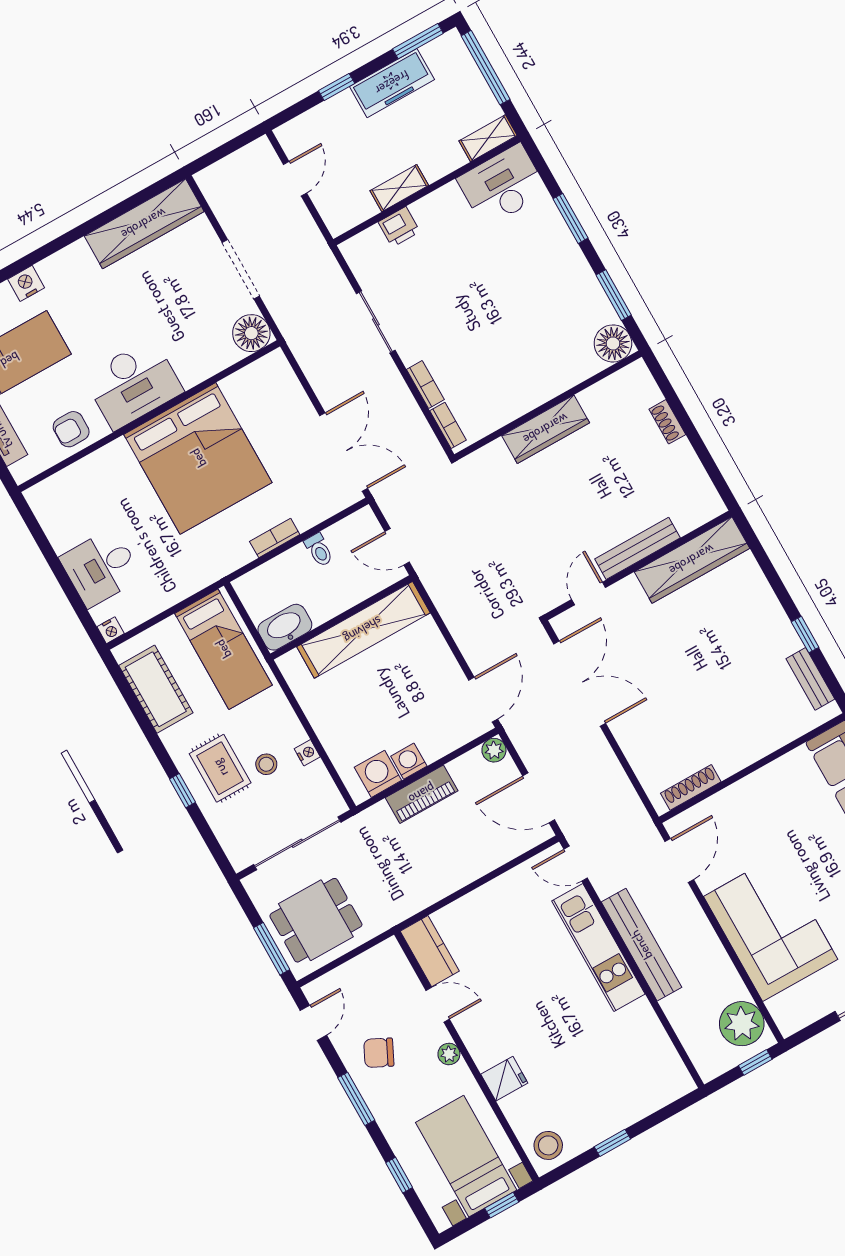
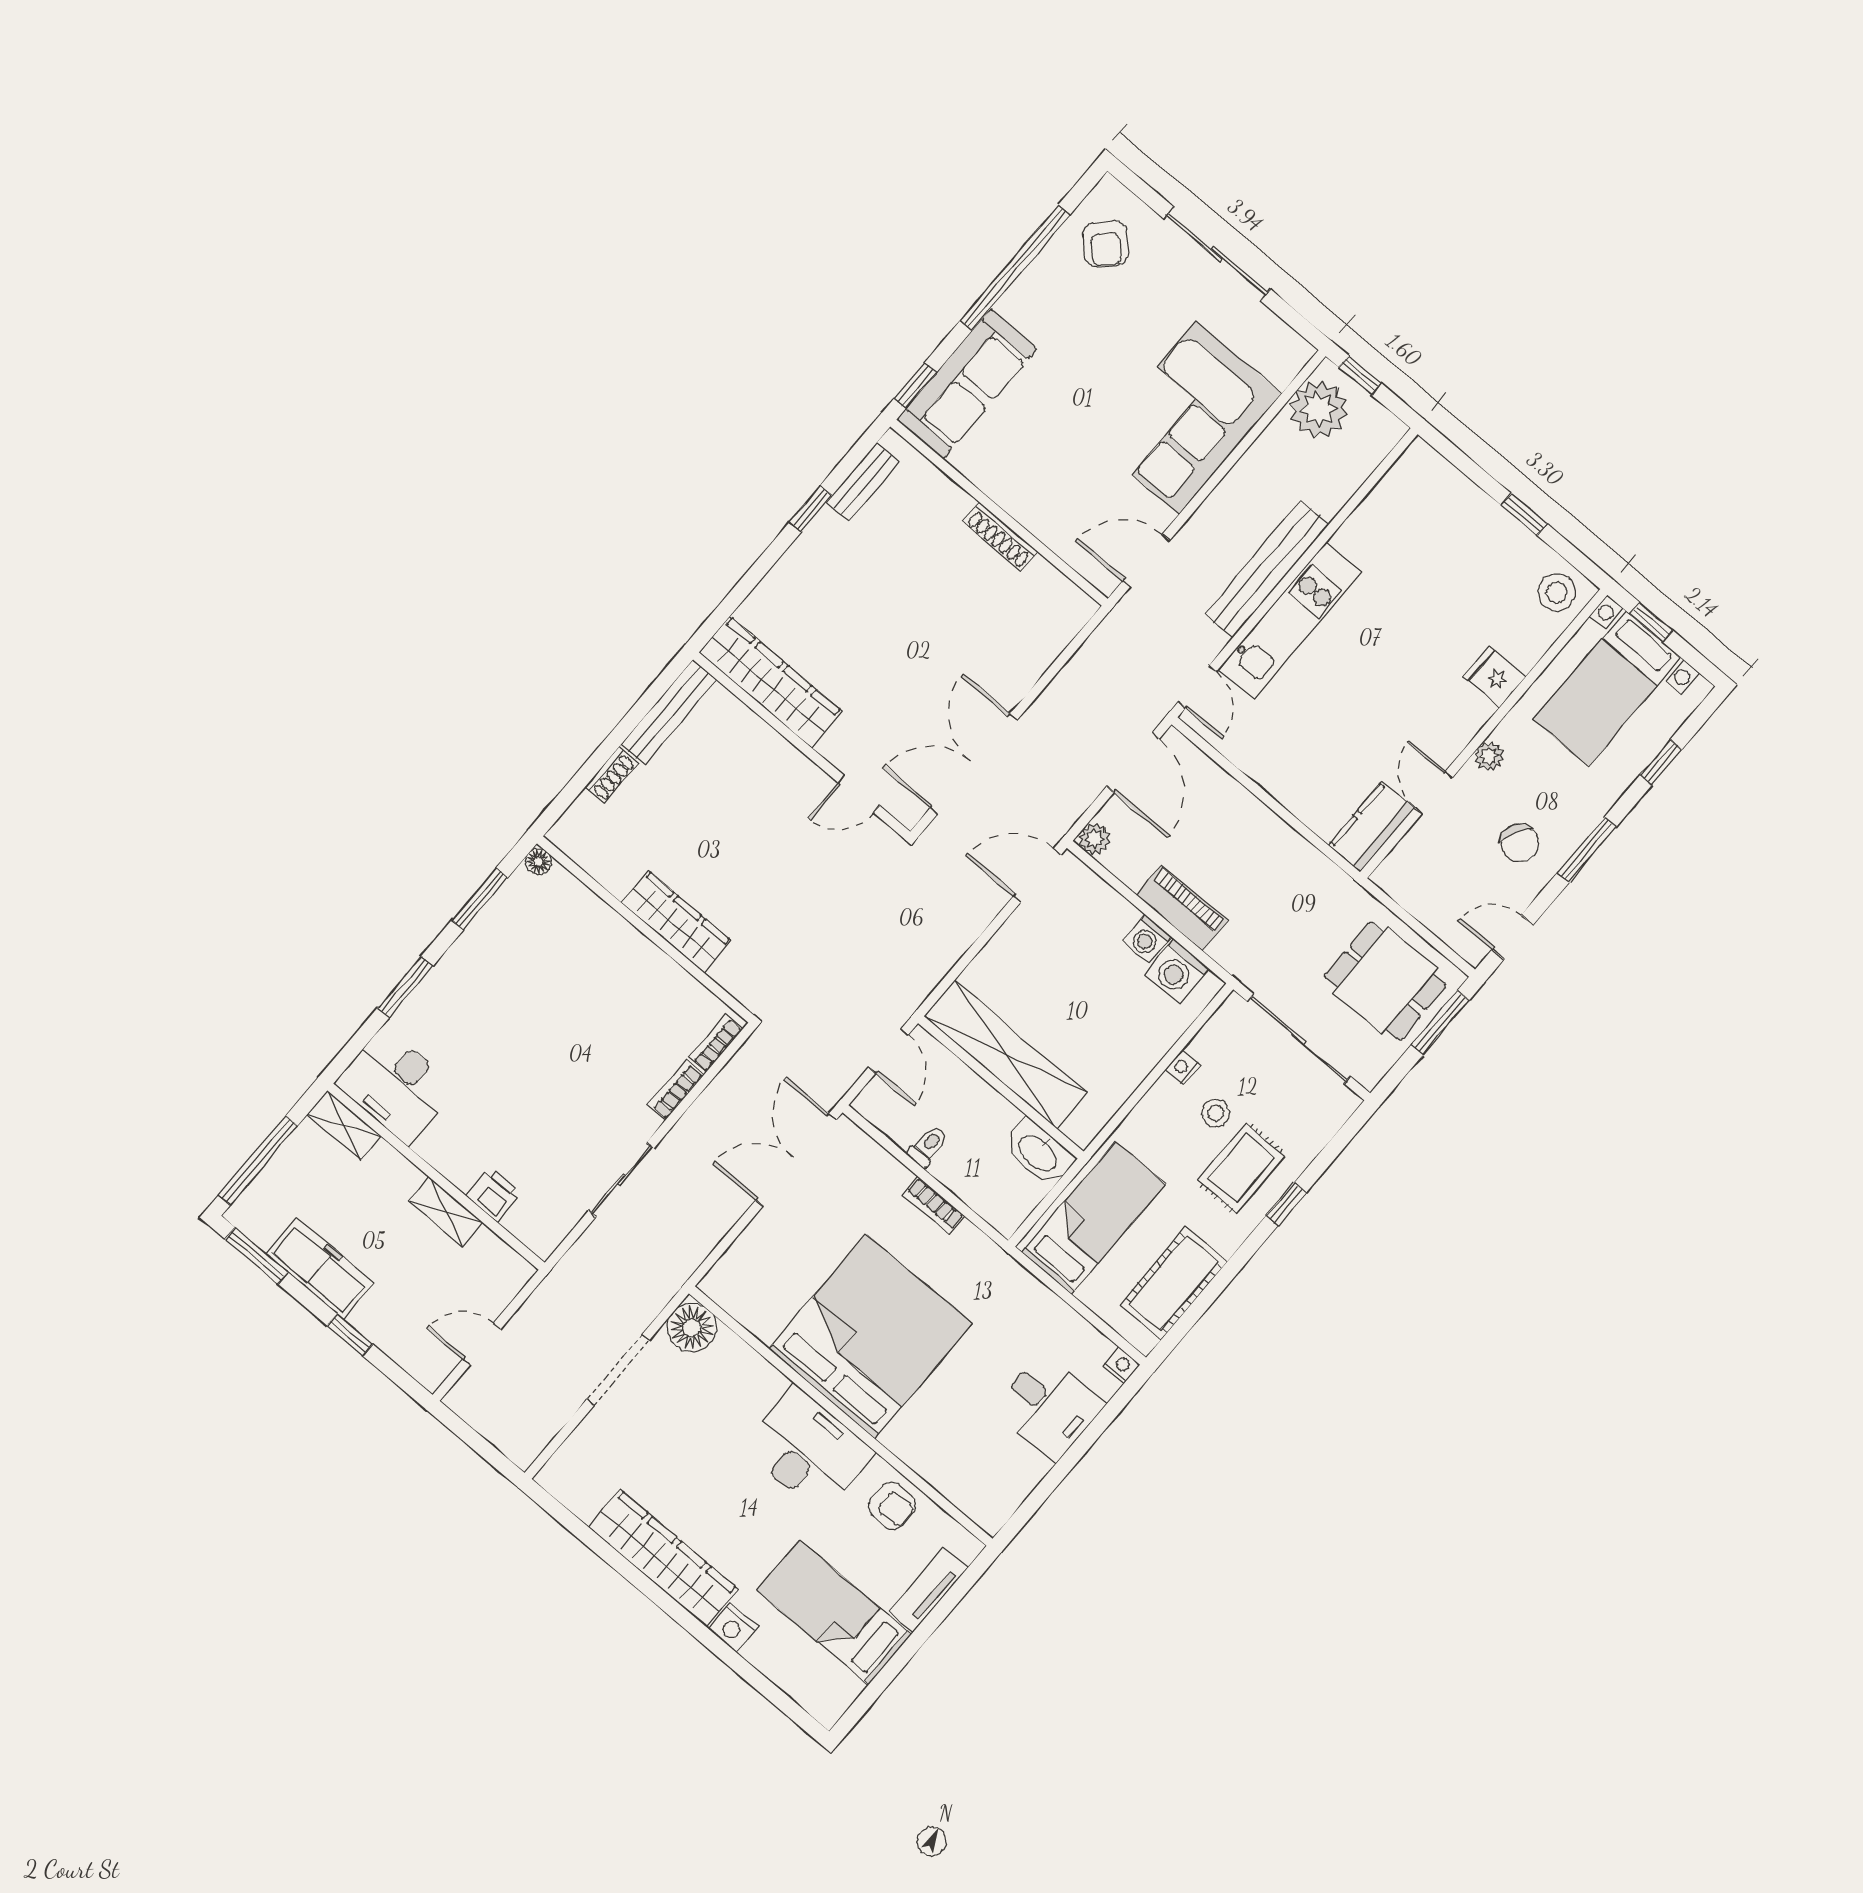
wardrobe: (144, 224) -> (663, 1558), moved
floor lamp: (613, 343) -> (538, 862), width x0.53, depth x0.53
bench: (637, 548) -> (669, 712), moved, turned 90
shoe rack: (691, 787) -> (1000, 537), moved

